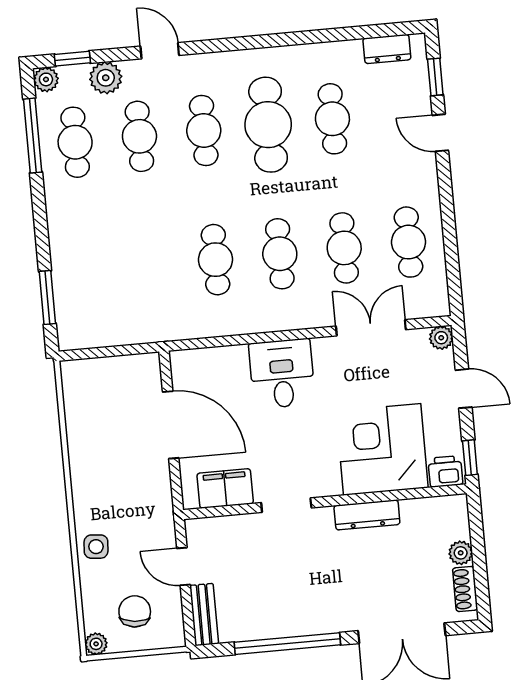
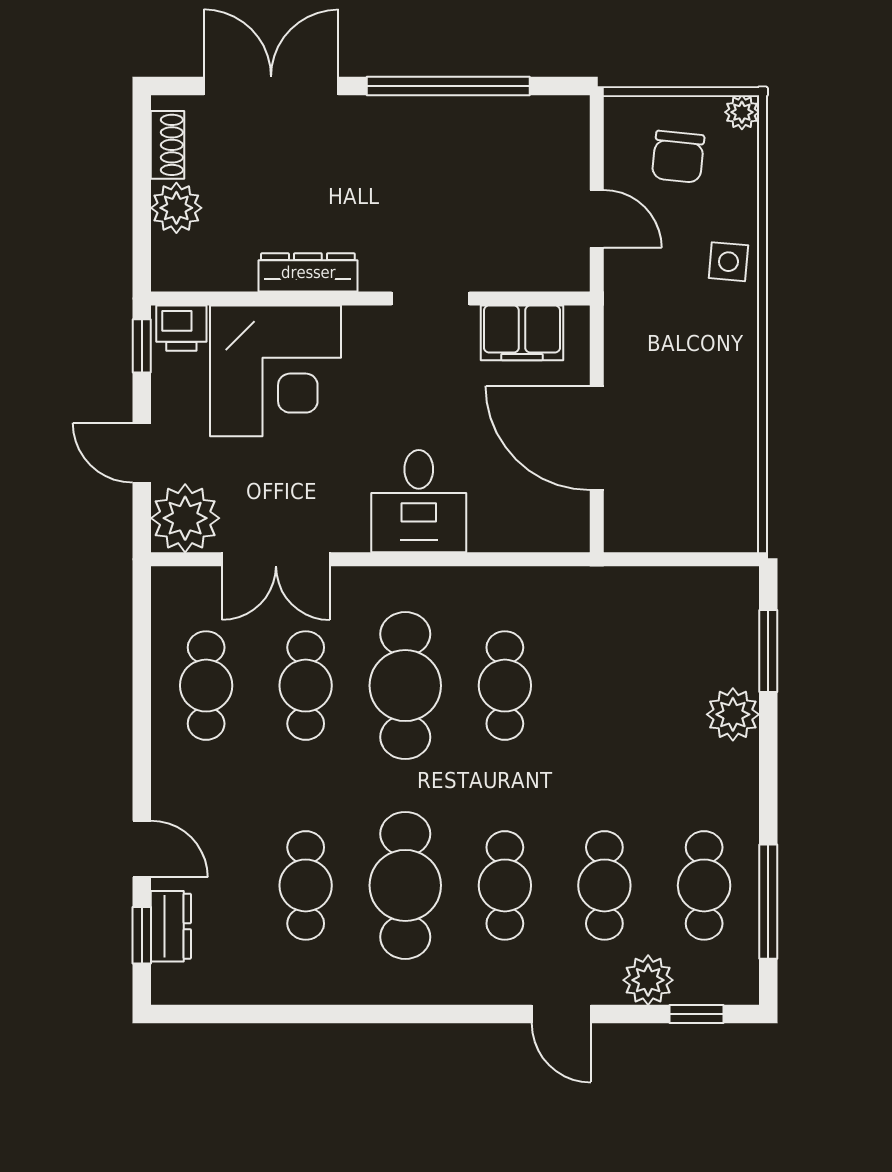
dresser: (387, 49) -> (171, 926), moved, turned 90
plant: (46, 79) -> (733, 714), moved, width x1.38, depth x1.38
cafe table: (280, 254) -> (405, 686), width x1.37, depth x1.35
plant: (441, 338) -> (185, 518), width x1.88, depth x1.88
plant: (461, 553) -> (176, 208), width x1.38, depth x1.38
bench: (204, 615) -> (572, 142), removed

